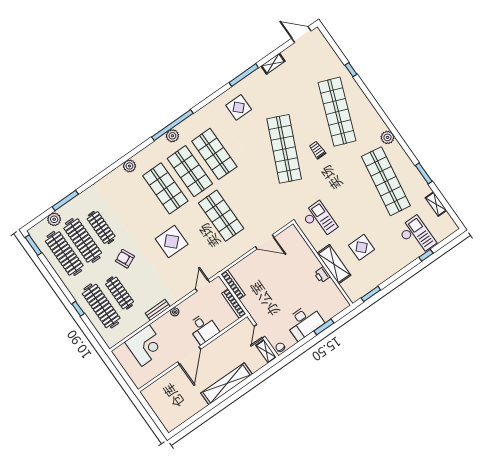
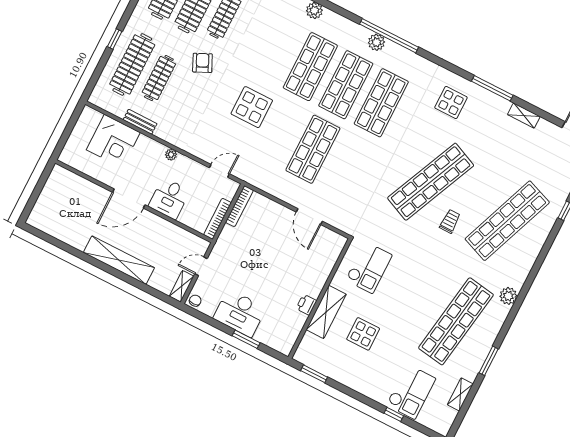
bench: (158, 310) -> (140, 122), moved

